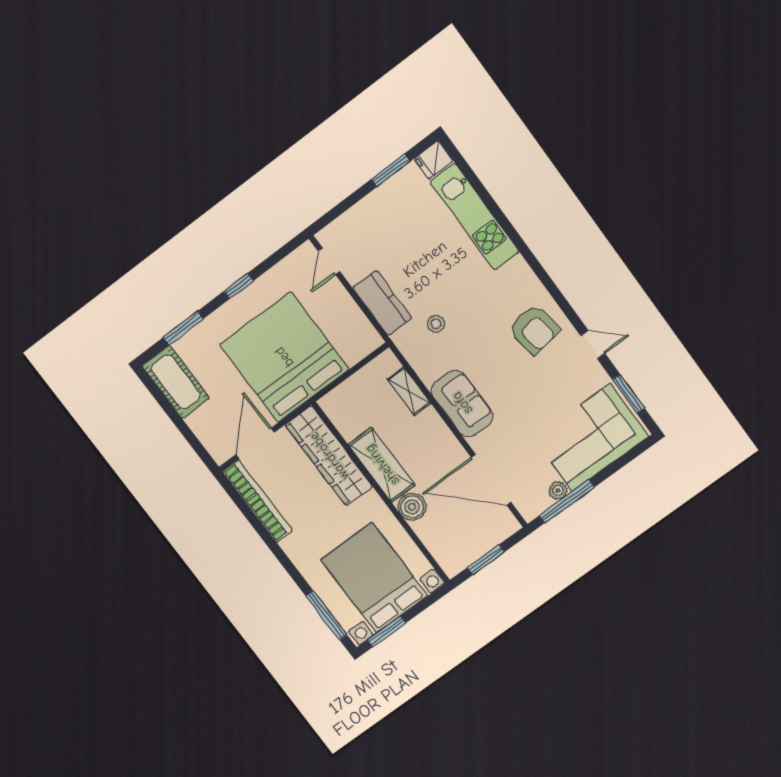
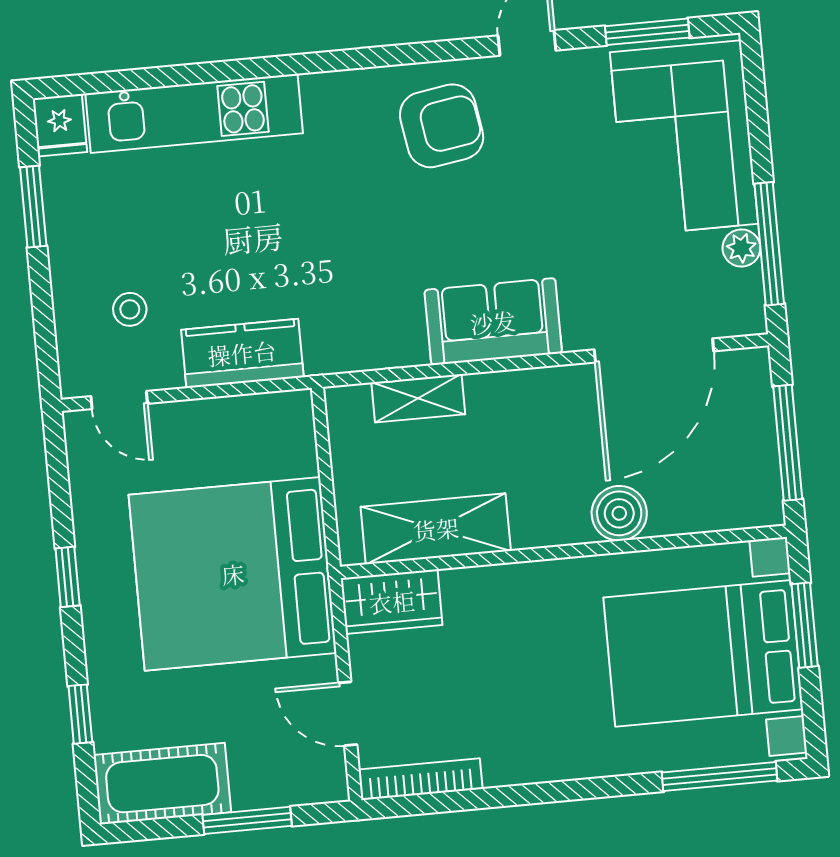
stool: (436, 324) -> (130, 309), moved
window: (183, 328) -> (80, 714), width x0.67
window: (183, 428) -> (247, 820), added
door: (255, 443) -> (348, 714), width x0.73
wardrobe: (329, 456) -> (392, 602), width x0.48, depth x0.85
shelving: (382, 465) -> (436, 529), moved
bookcase: (258, 501) -> (421, 779), width x0.68, depth x0.76
window: (486, 560) -> (788, 443), width x1.44
window: (386, 632) -> (805, 625), moved

